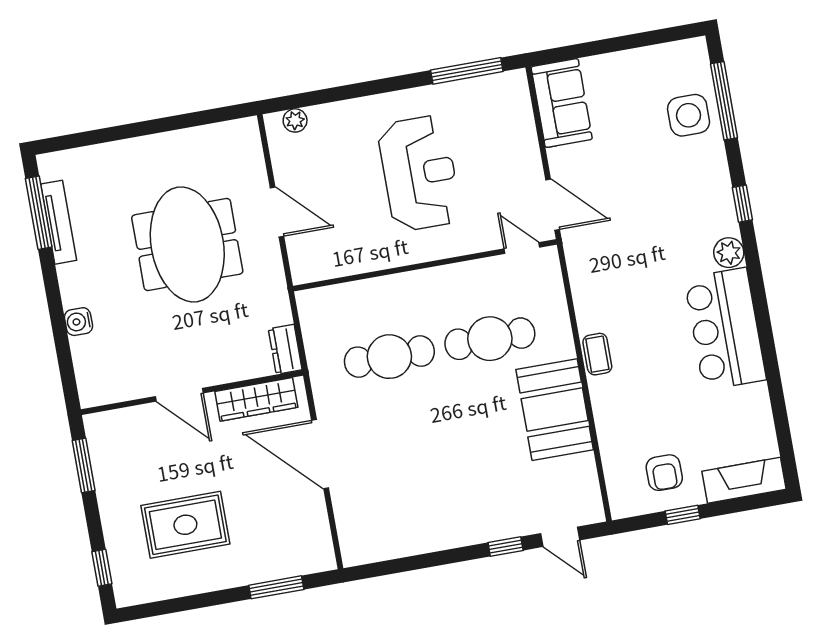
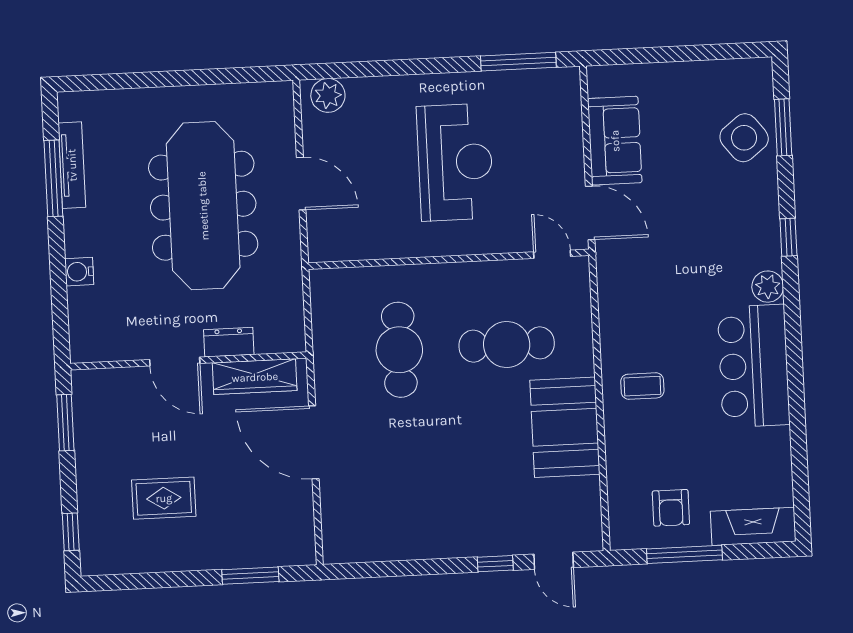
window: (724, 101) -> (783, 127), width x0.69
sofa: (562, 103) -> (615, 141), moved
side table: (689, 115) -> (744, 138), turned -38
plant: (295, 120) -> (328, 95), width x1.38, depth x1.38
window: (39, 213) -> (53, 178), moved
meeting table: (187, 244) -> (203, 206), width x1.36
dresser: (285, 349) -> (229, 342), moved, turned 90
coffee table: (597, 354) -> (642, 386), moved, turned 90
cafe table: (389, 357) -> (399, 350), turned 90
window: (683, 515) -> (684, 554), width x2.17
rug: (185, 525) -> (164, 498), width x0.73, depth x0.70

